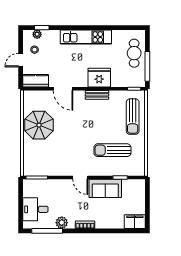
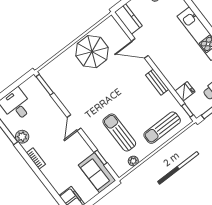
fridge: (99, 78) -> (185, 91), moved, width x0.53, depth x0.75
door: (63, 89) -> (140, 48), hinge flipped
plant: (141, 156) -> (133, 161), added
sofa: (105, 188) -> (97, 173), moved

